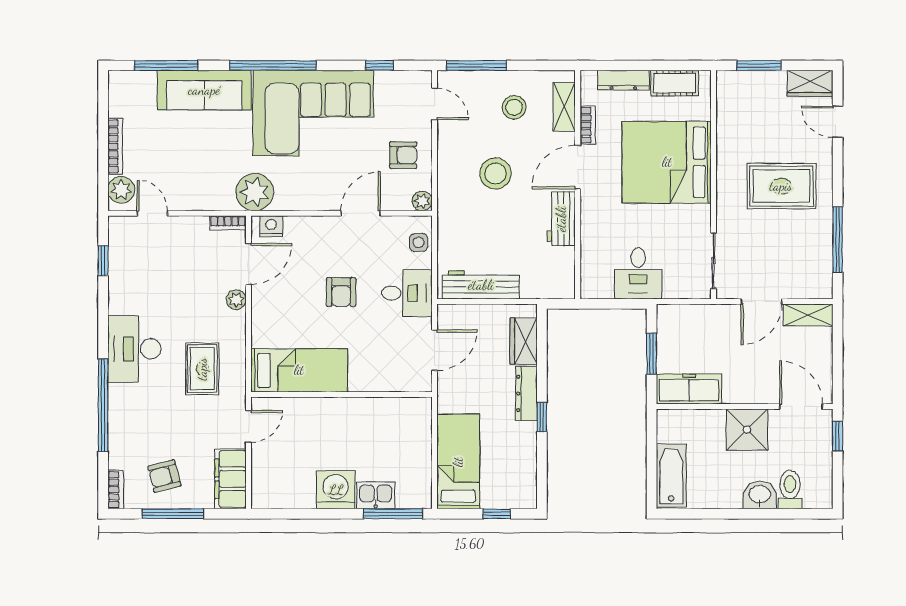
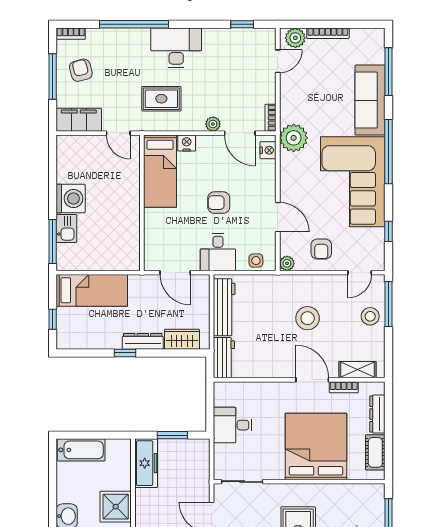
stool: (514, 107) -> (370, 316), moved
workbench: (561, 219) -> (224, 358), moved, turned 90
nightstand: (262, 335) -> (187, 143), added

